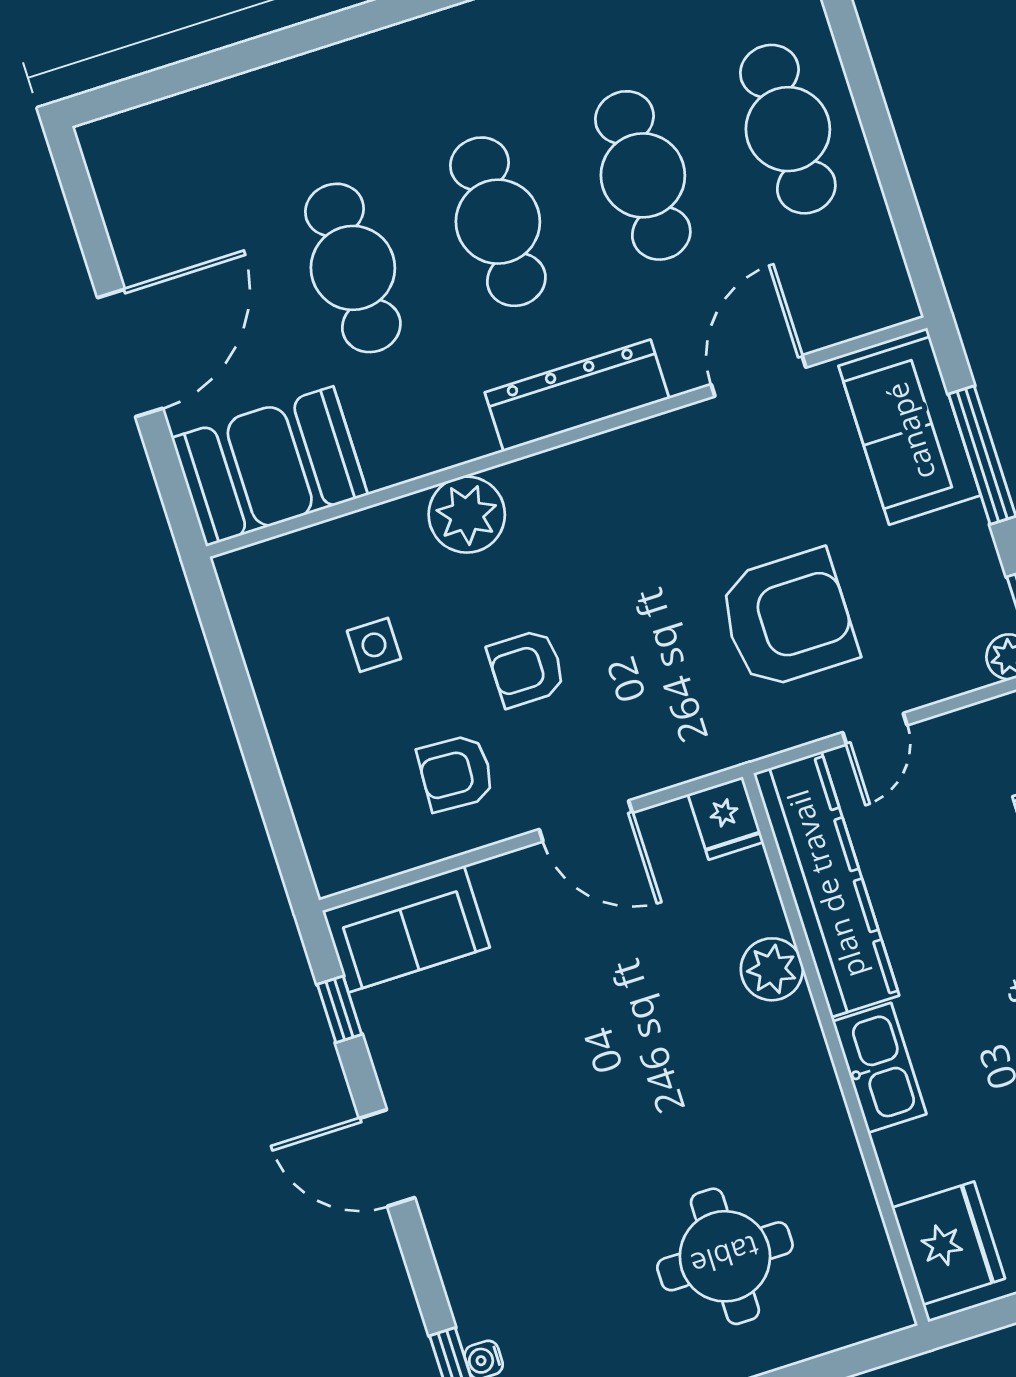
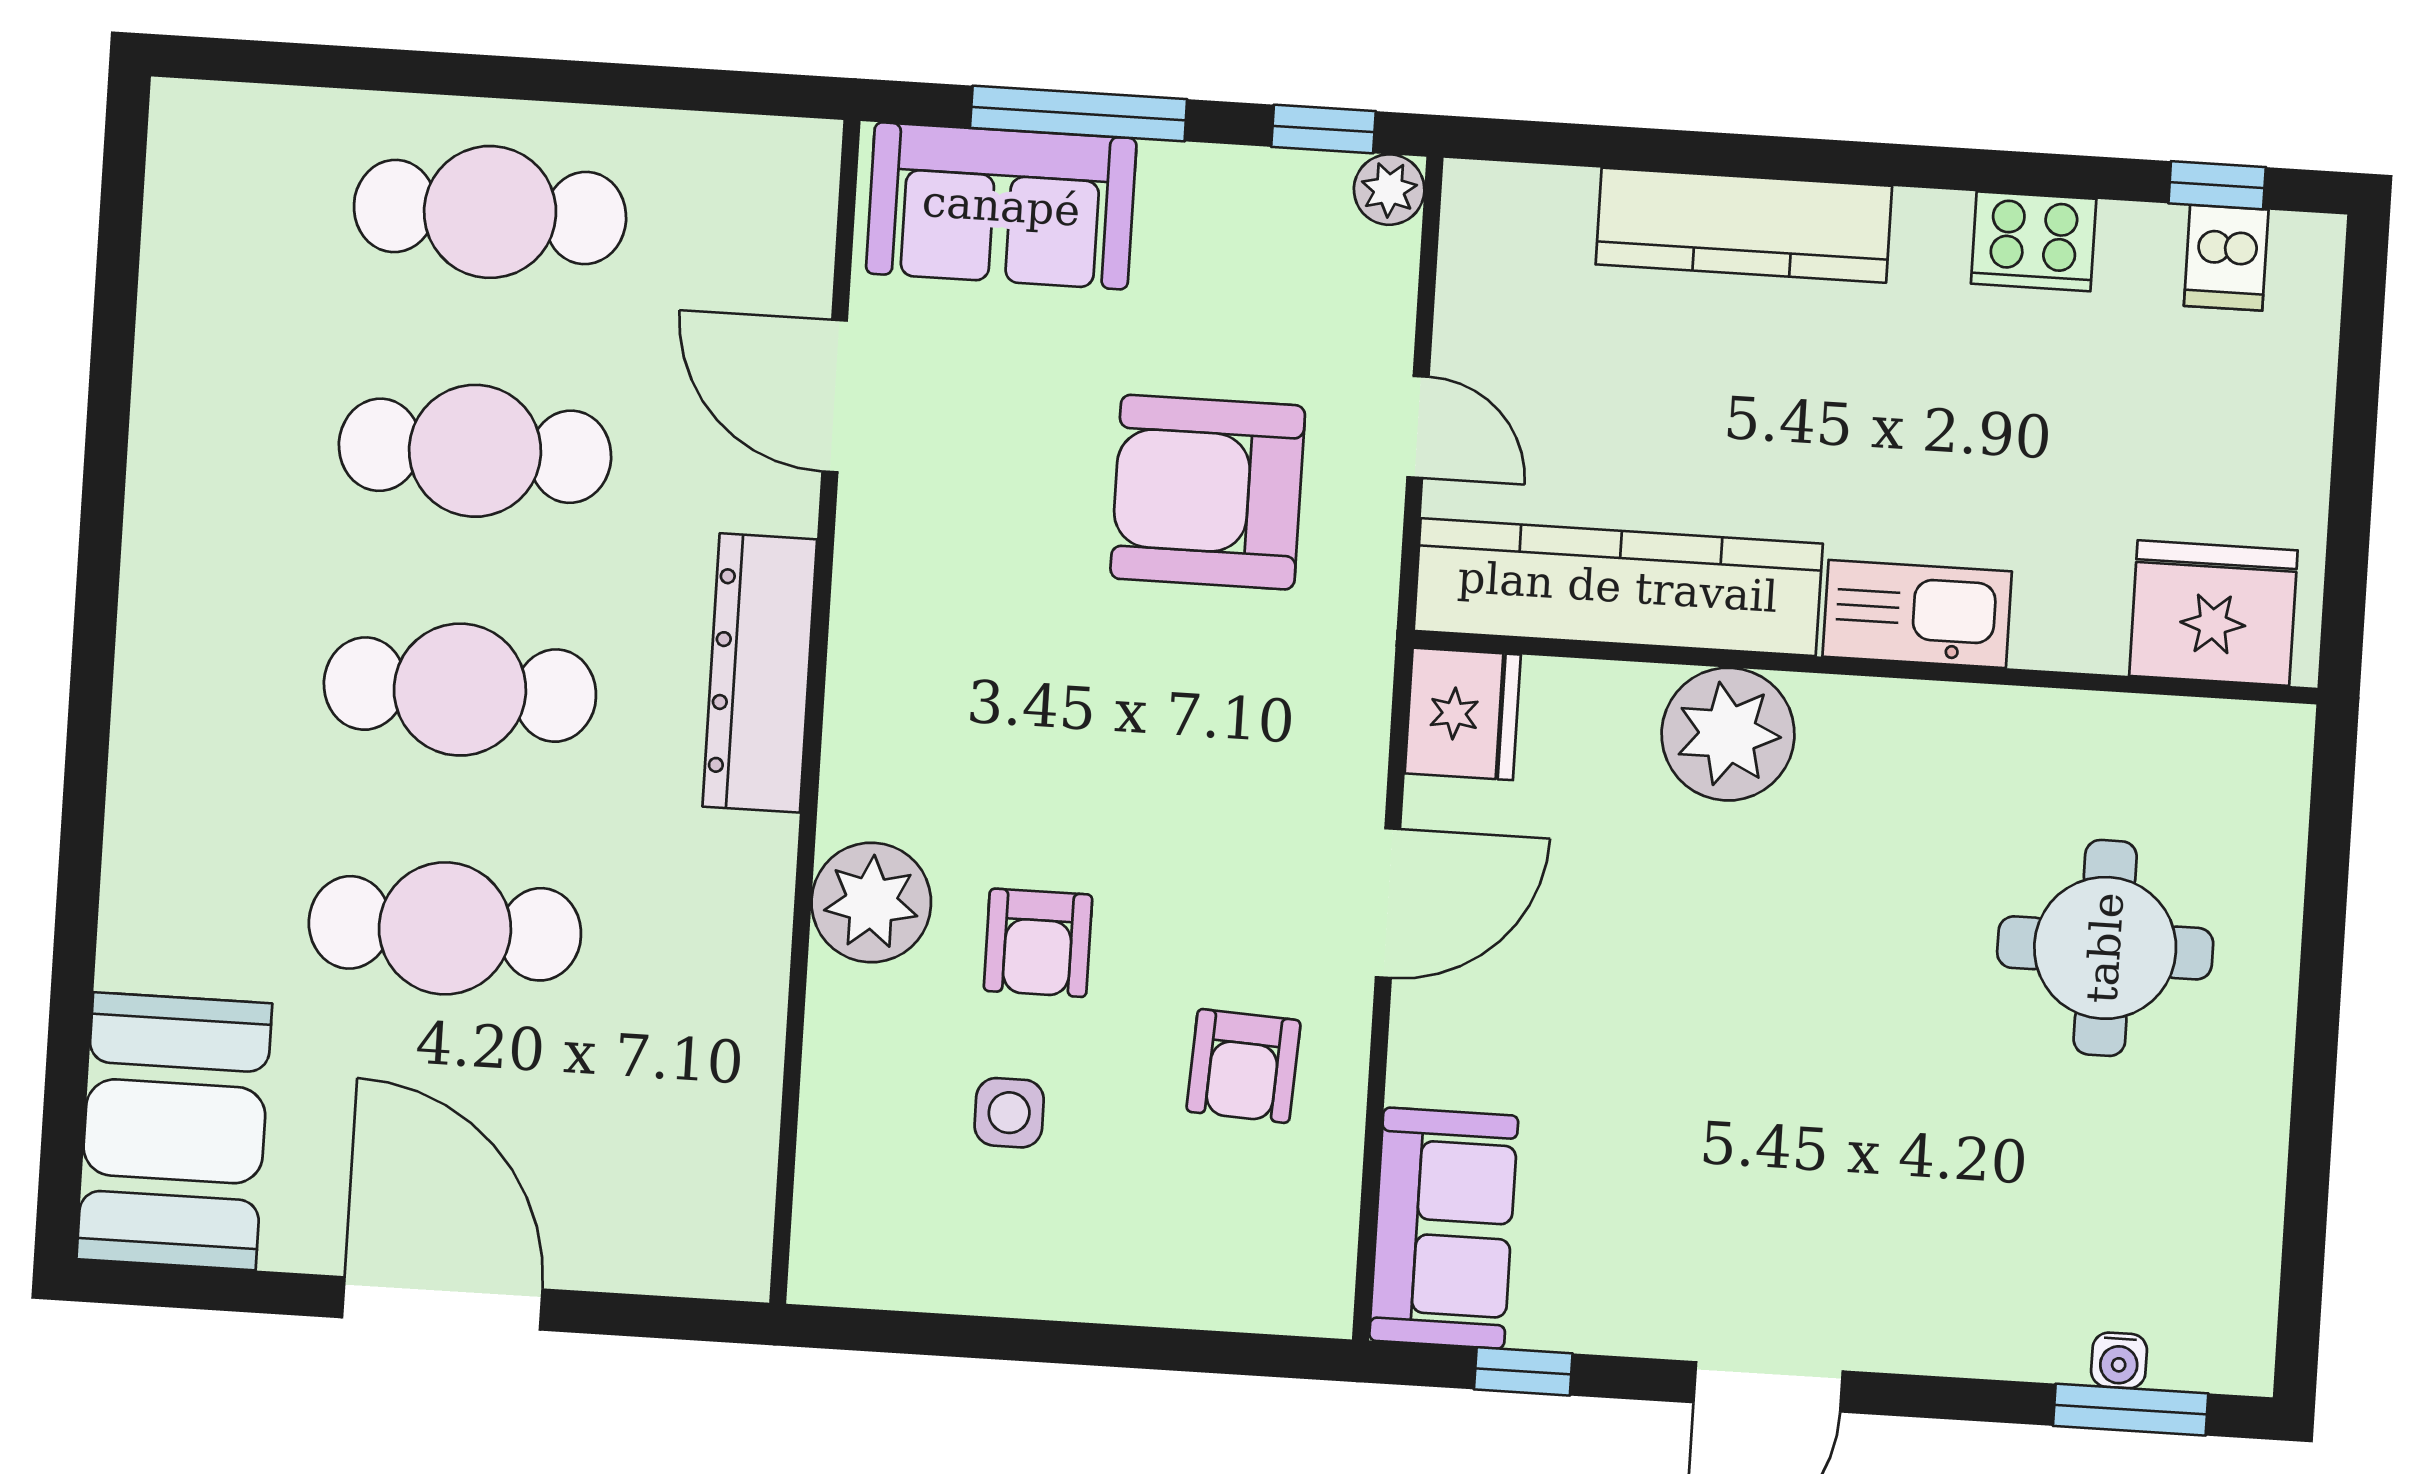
booth: (270, 466) -> (174, 1131), moved
armchair: (788, 619) -> (1208, 492), turned -90
armchair: (527, 668) -> (1038, 943), moved
fridge: (726, 818) -> (1463, 714), width x1.38
plant: (772, 969) -> (1728, 734), width x1.36, depth x1.36

